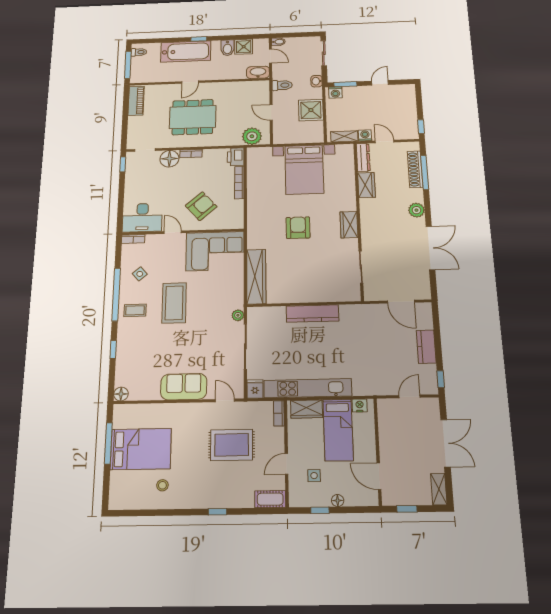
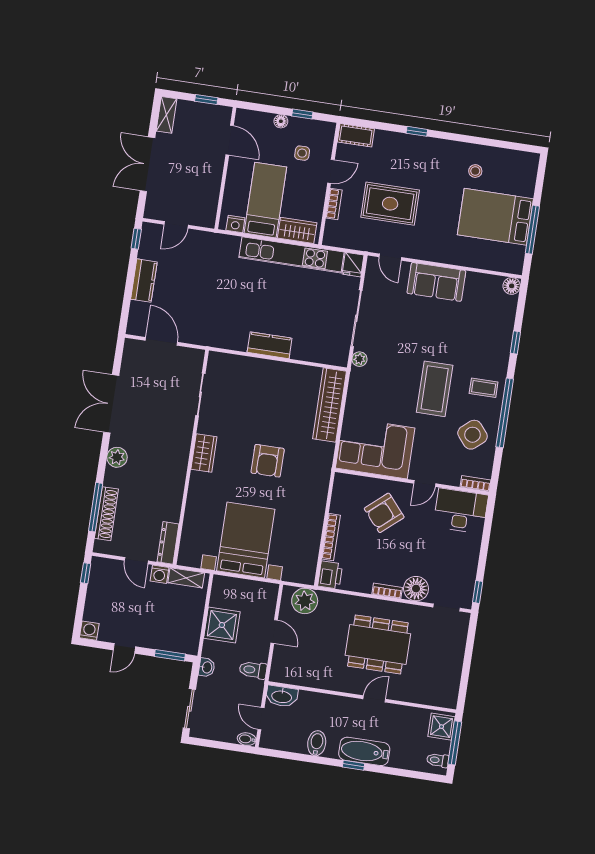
shower: (244, 47) -> (441, 727), moved
bathtub: (186, 52) -> (364, 751), width x0.73, depth x0.73
washing machine: (335, 92) -> (89, 631), moved
piano: (136, 101) -> (450, 684), removed
wardrobe: (366, 185) -> (172, 503), removed
door: (173, 232) -> (425, 484), hinge flipped
side table: (140, 274) -> (473, 435), width x1.87, depth x1.87
kitchen counter: (313, 314) -> (270, 345), width x0.67
bookcase: (279, 413) -> (334, 204), moved

